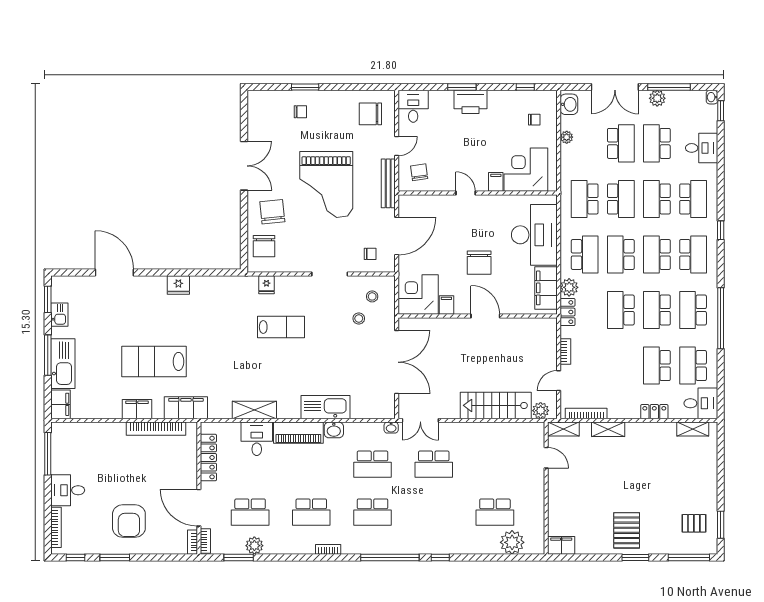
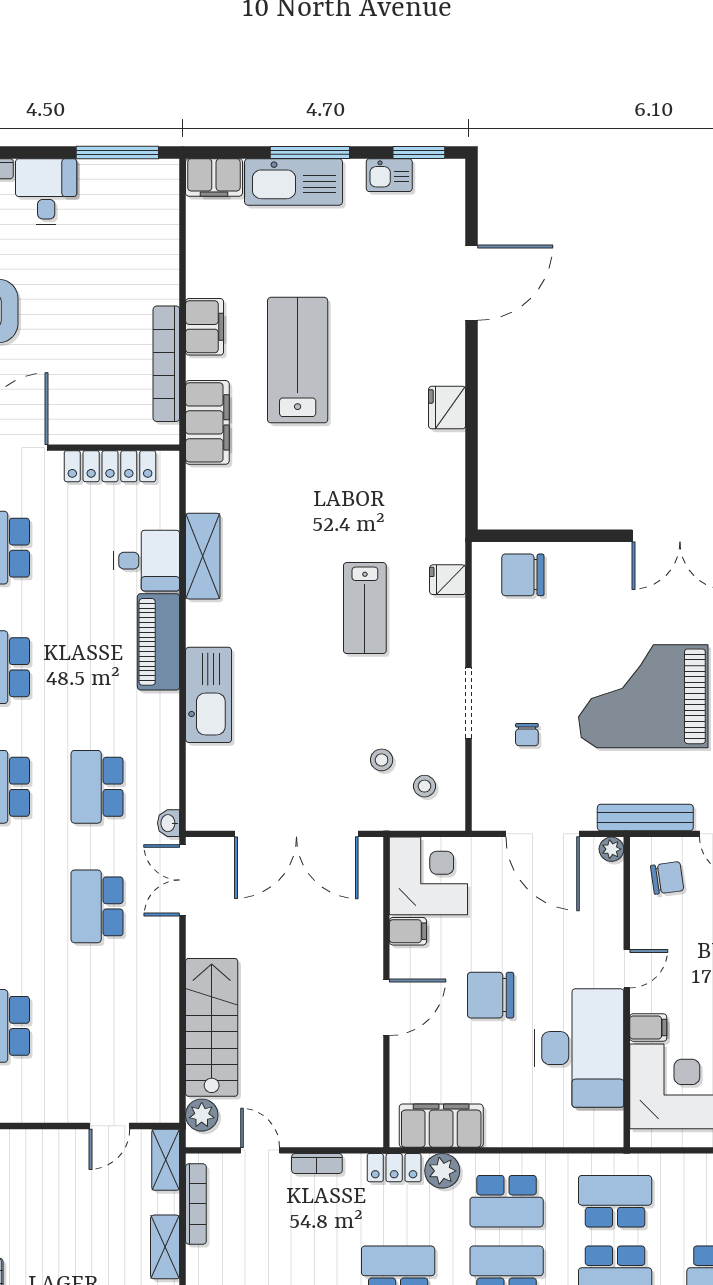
plant: (404, 201) -> (611, 849), added
chair: (272, 212) -> (590, 591), removed
desk: (534, 235) -> (579, 1048), moved, turned -90
chair: (370, 254) -> (527, 735), moved
washbasin: (334, 430) -> (164, 711), removed

